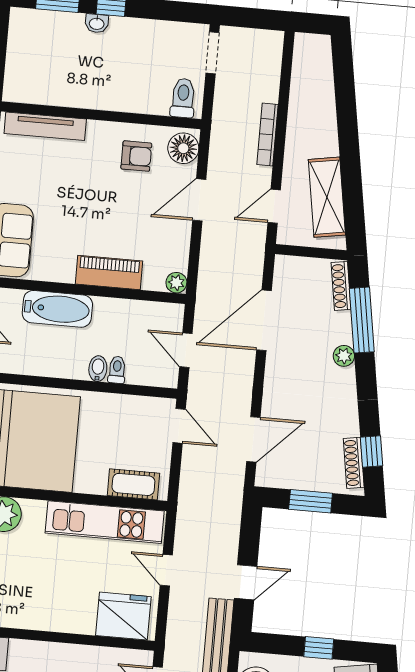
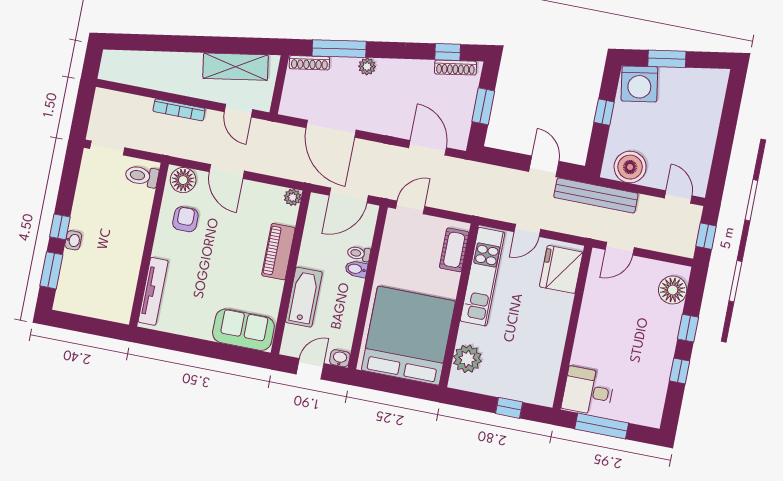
door: (186, 350) -> (349, 195), width x1.38

